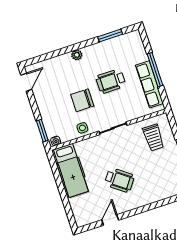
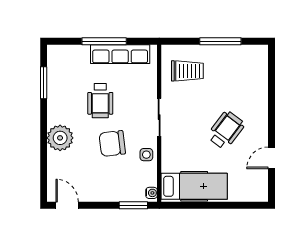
plant: (77, 55) -> (60, 138), width x1.88, depth x1.88
chair: (82, 100) -> (112, 144), turned 83
door: (110, 220) -> (271, 158), hinge flipped

